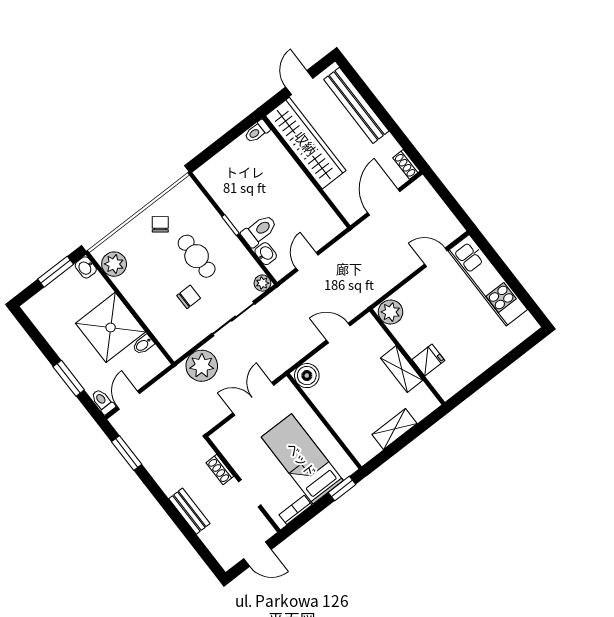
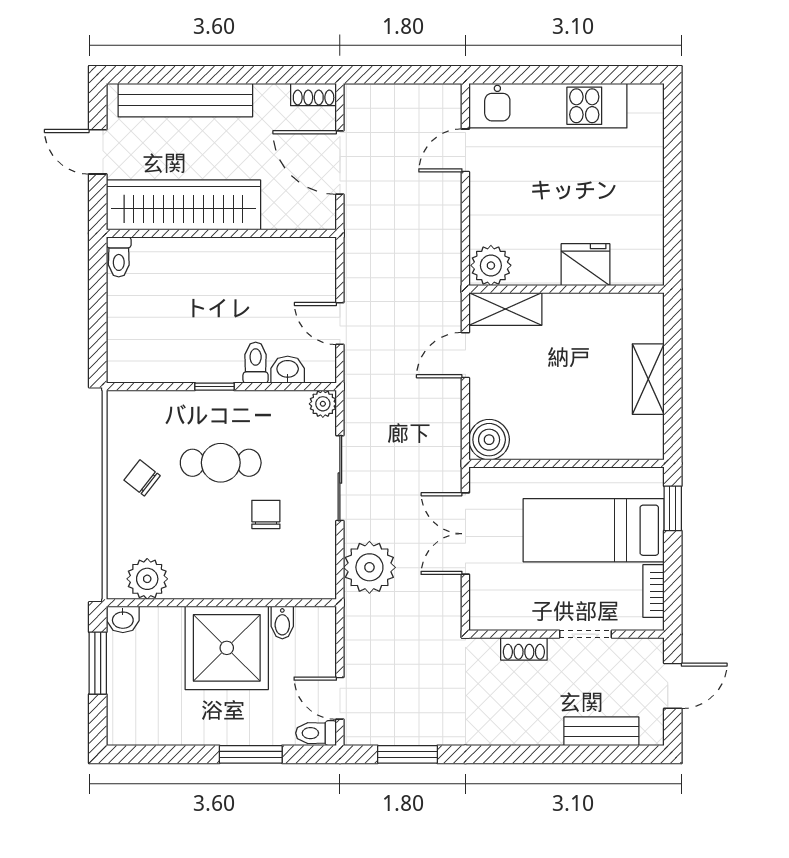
toilet: (259, 231) -> (256, 363), width x0.73, depth x0.72
fridge: (428, 360) -> (585, 265), width x1.38
shelving: (402, 369) -> (505, 309), moved
bench: (189, 511) -> (601, 731), moved

